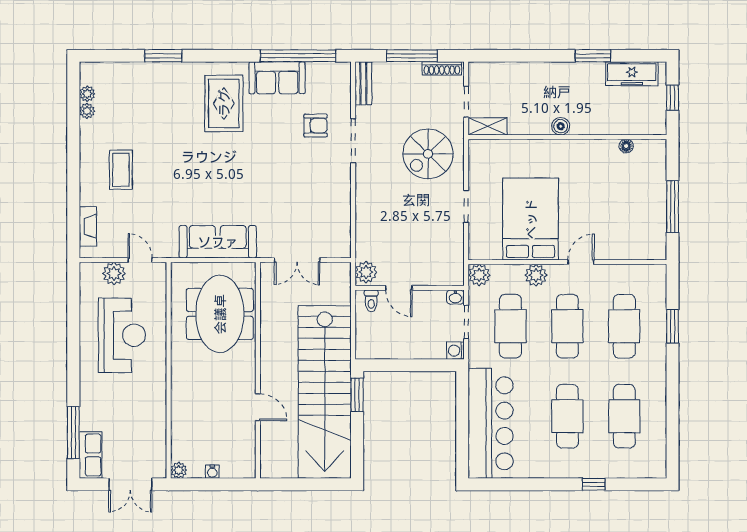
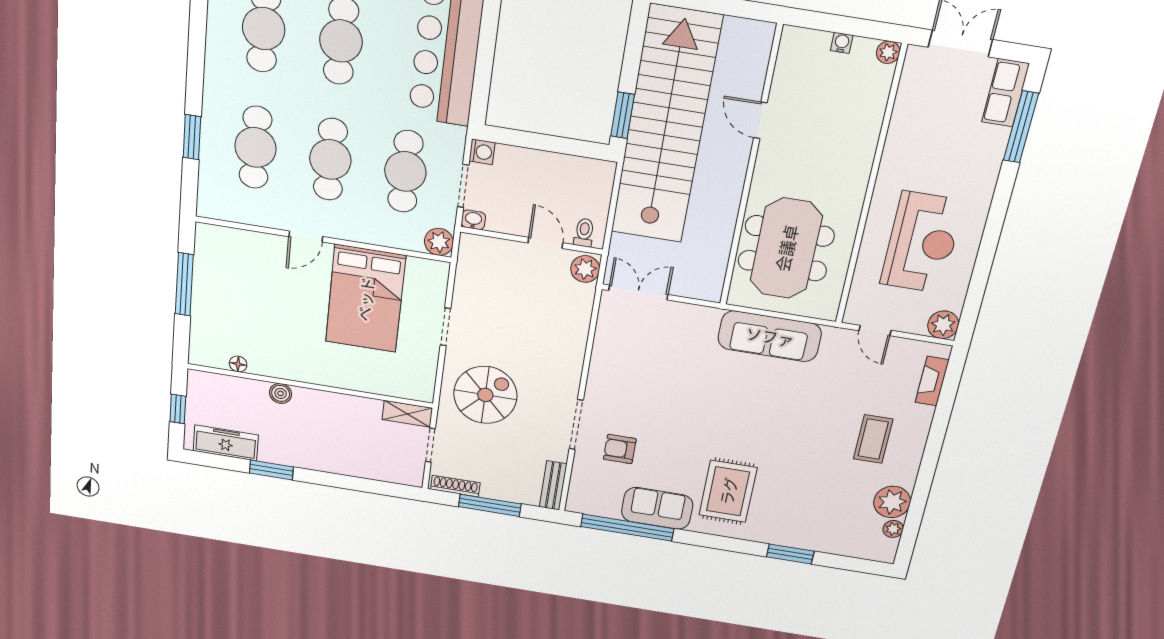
plant: (87, 111) -> (892, 502), width x1.87, depth x1.87
boiler: (561, 126) -> (281, 393), moved
double door: (297, 260) -> (638, 293), moved
plant: (114, 274) -> (943, 325), moved
plant: (536, 275) -> (365, 230), removed
reception desk: (122, 335) -> (922, 242), turned 180

